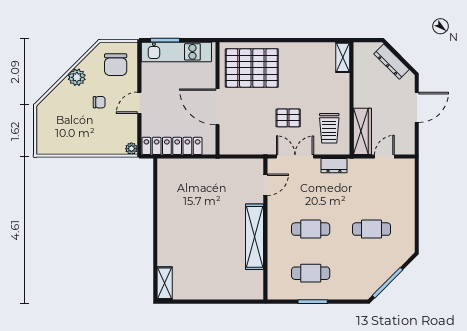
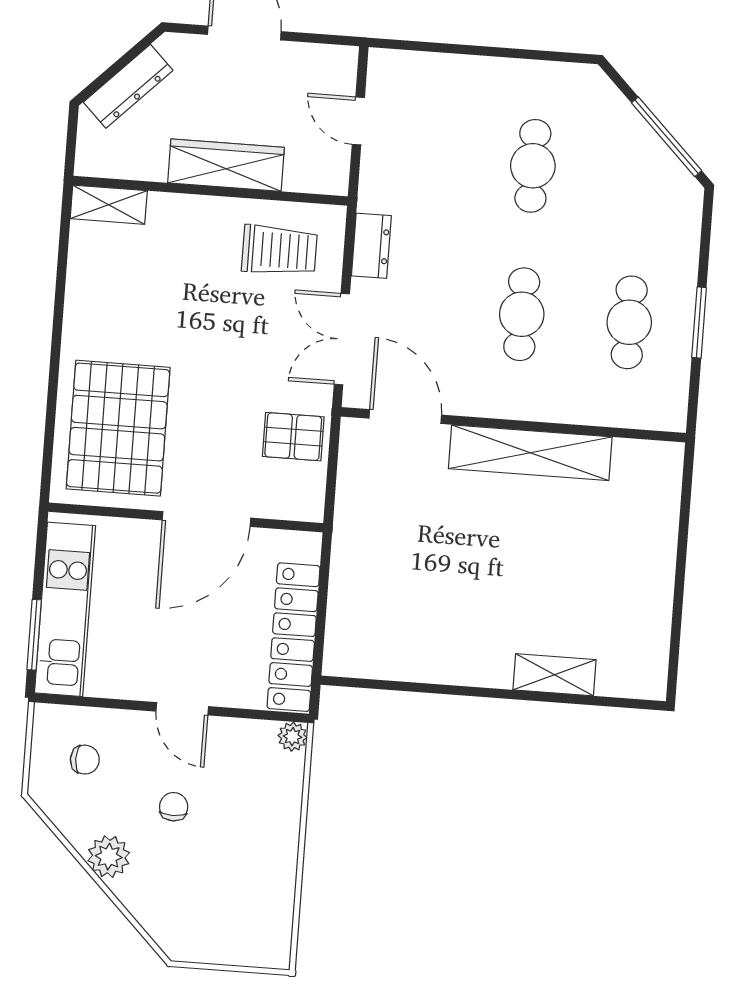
chair: (116, 65) -> (85, 760), width x0.54, depth x0.54
pallet: (288, 118) -> (293, 437), moved, turned 90
wardrobe: (362, 131) -> (226, 165), moved
door: (265, 185) -> (405, 417), width x1.37
shelving: (165, 283) -> (554, 675), moved

